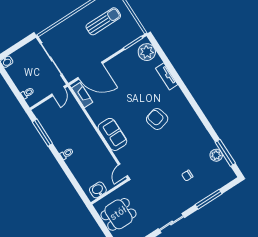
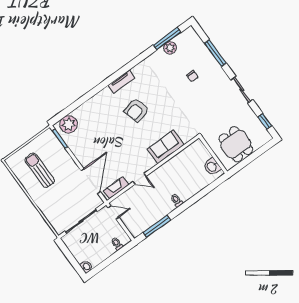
tv unit: (167, 76) -> (121, 82), moved
sofa: (112, 134) -> (166, 147), moved
door: (123, 170) -> (140, 179), moved

